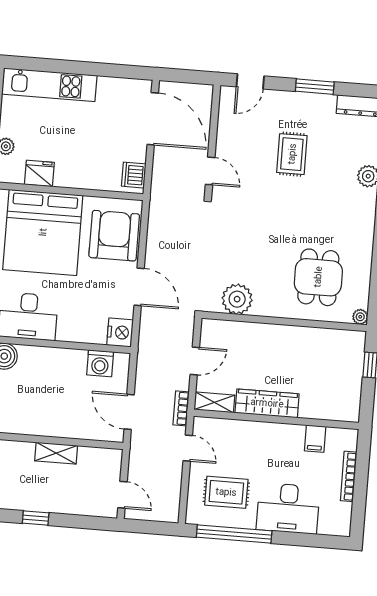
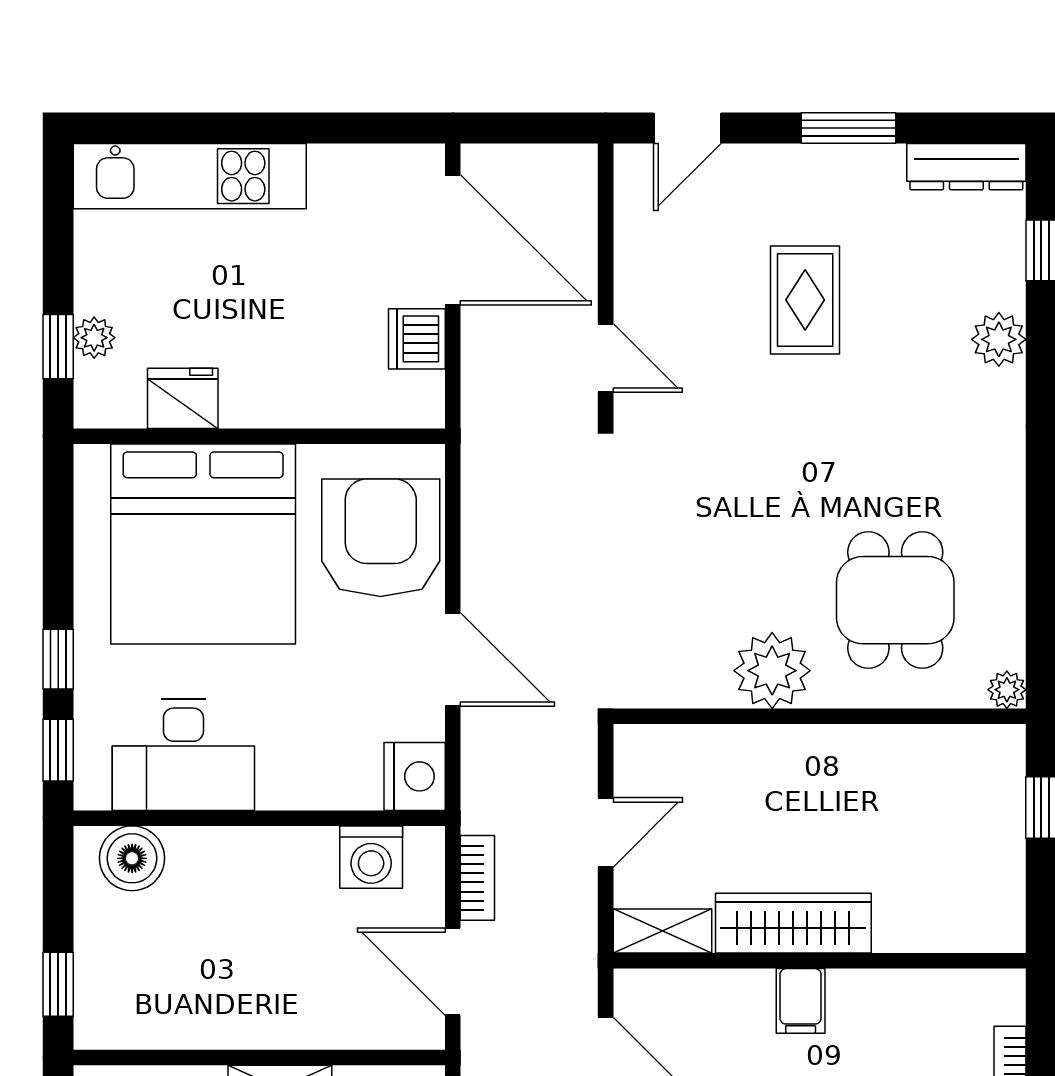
dishwasher: (134, 175) -> (417, 339), moved
plant: (237, 299) -> (772, 671), moved
bookcase: (181, 408) -> (477, 878), moved, turned 180
filing cabinet: (315, 439) -> (801, 1001), moved

